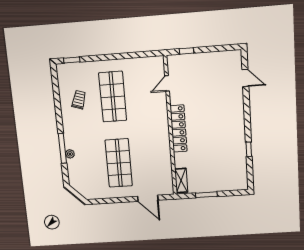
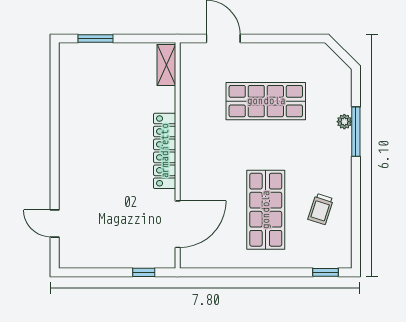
door: (167, 83) -> (178, 224), width x1.88
window: (249, 149) -> (55, 110), removed
shop shelf: (119, 163) -> (266, 101), turned 90
window: (206, 195) -> (95, 38), moved

